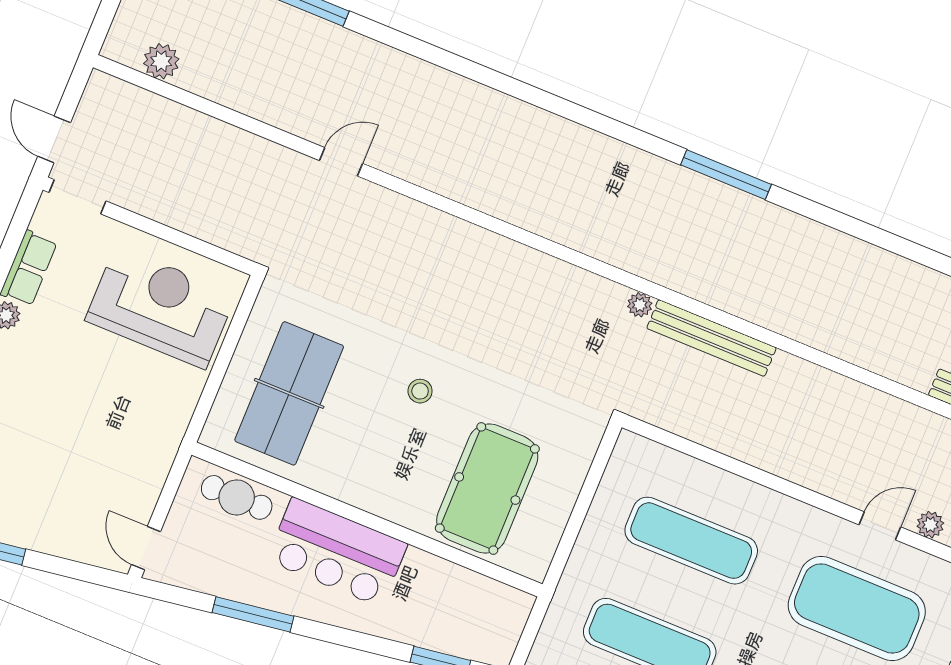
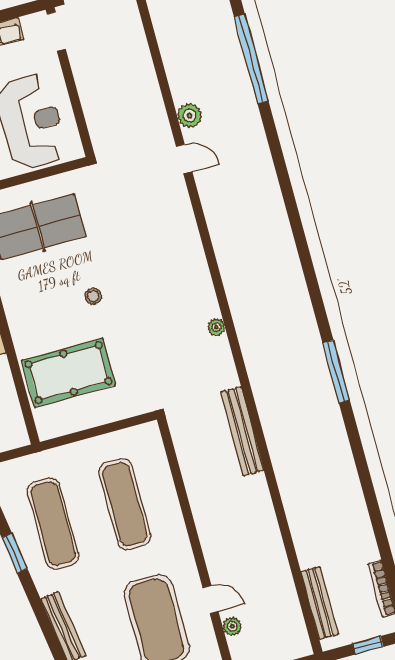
plant: (161, 61) -> (190, 115), moved
plant: (640, 305) -> (216, 327), moved

